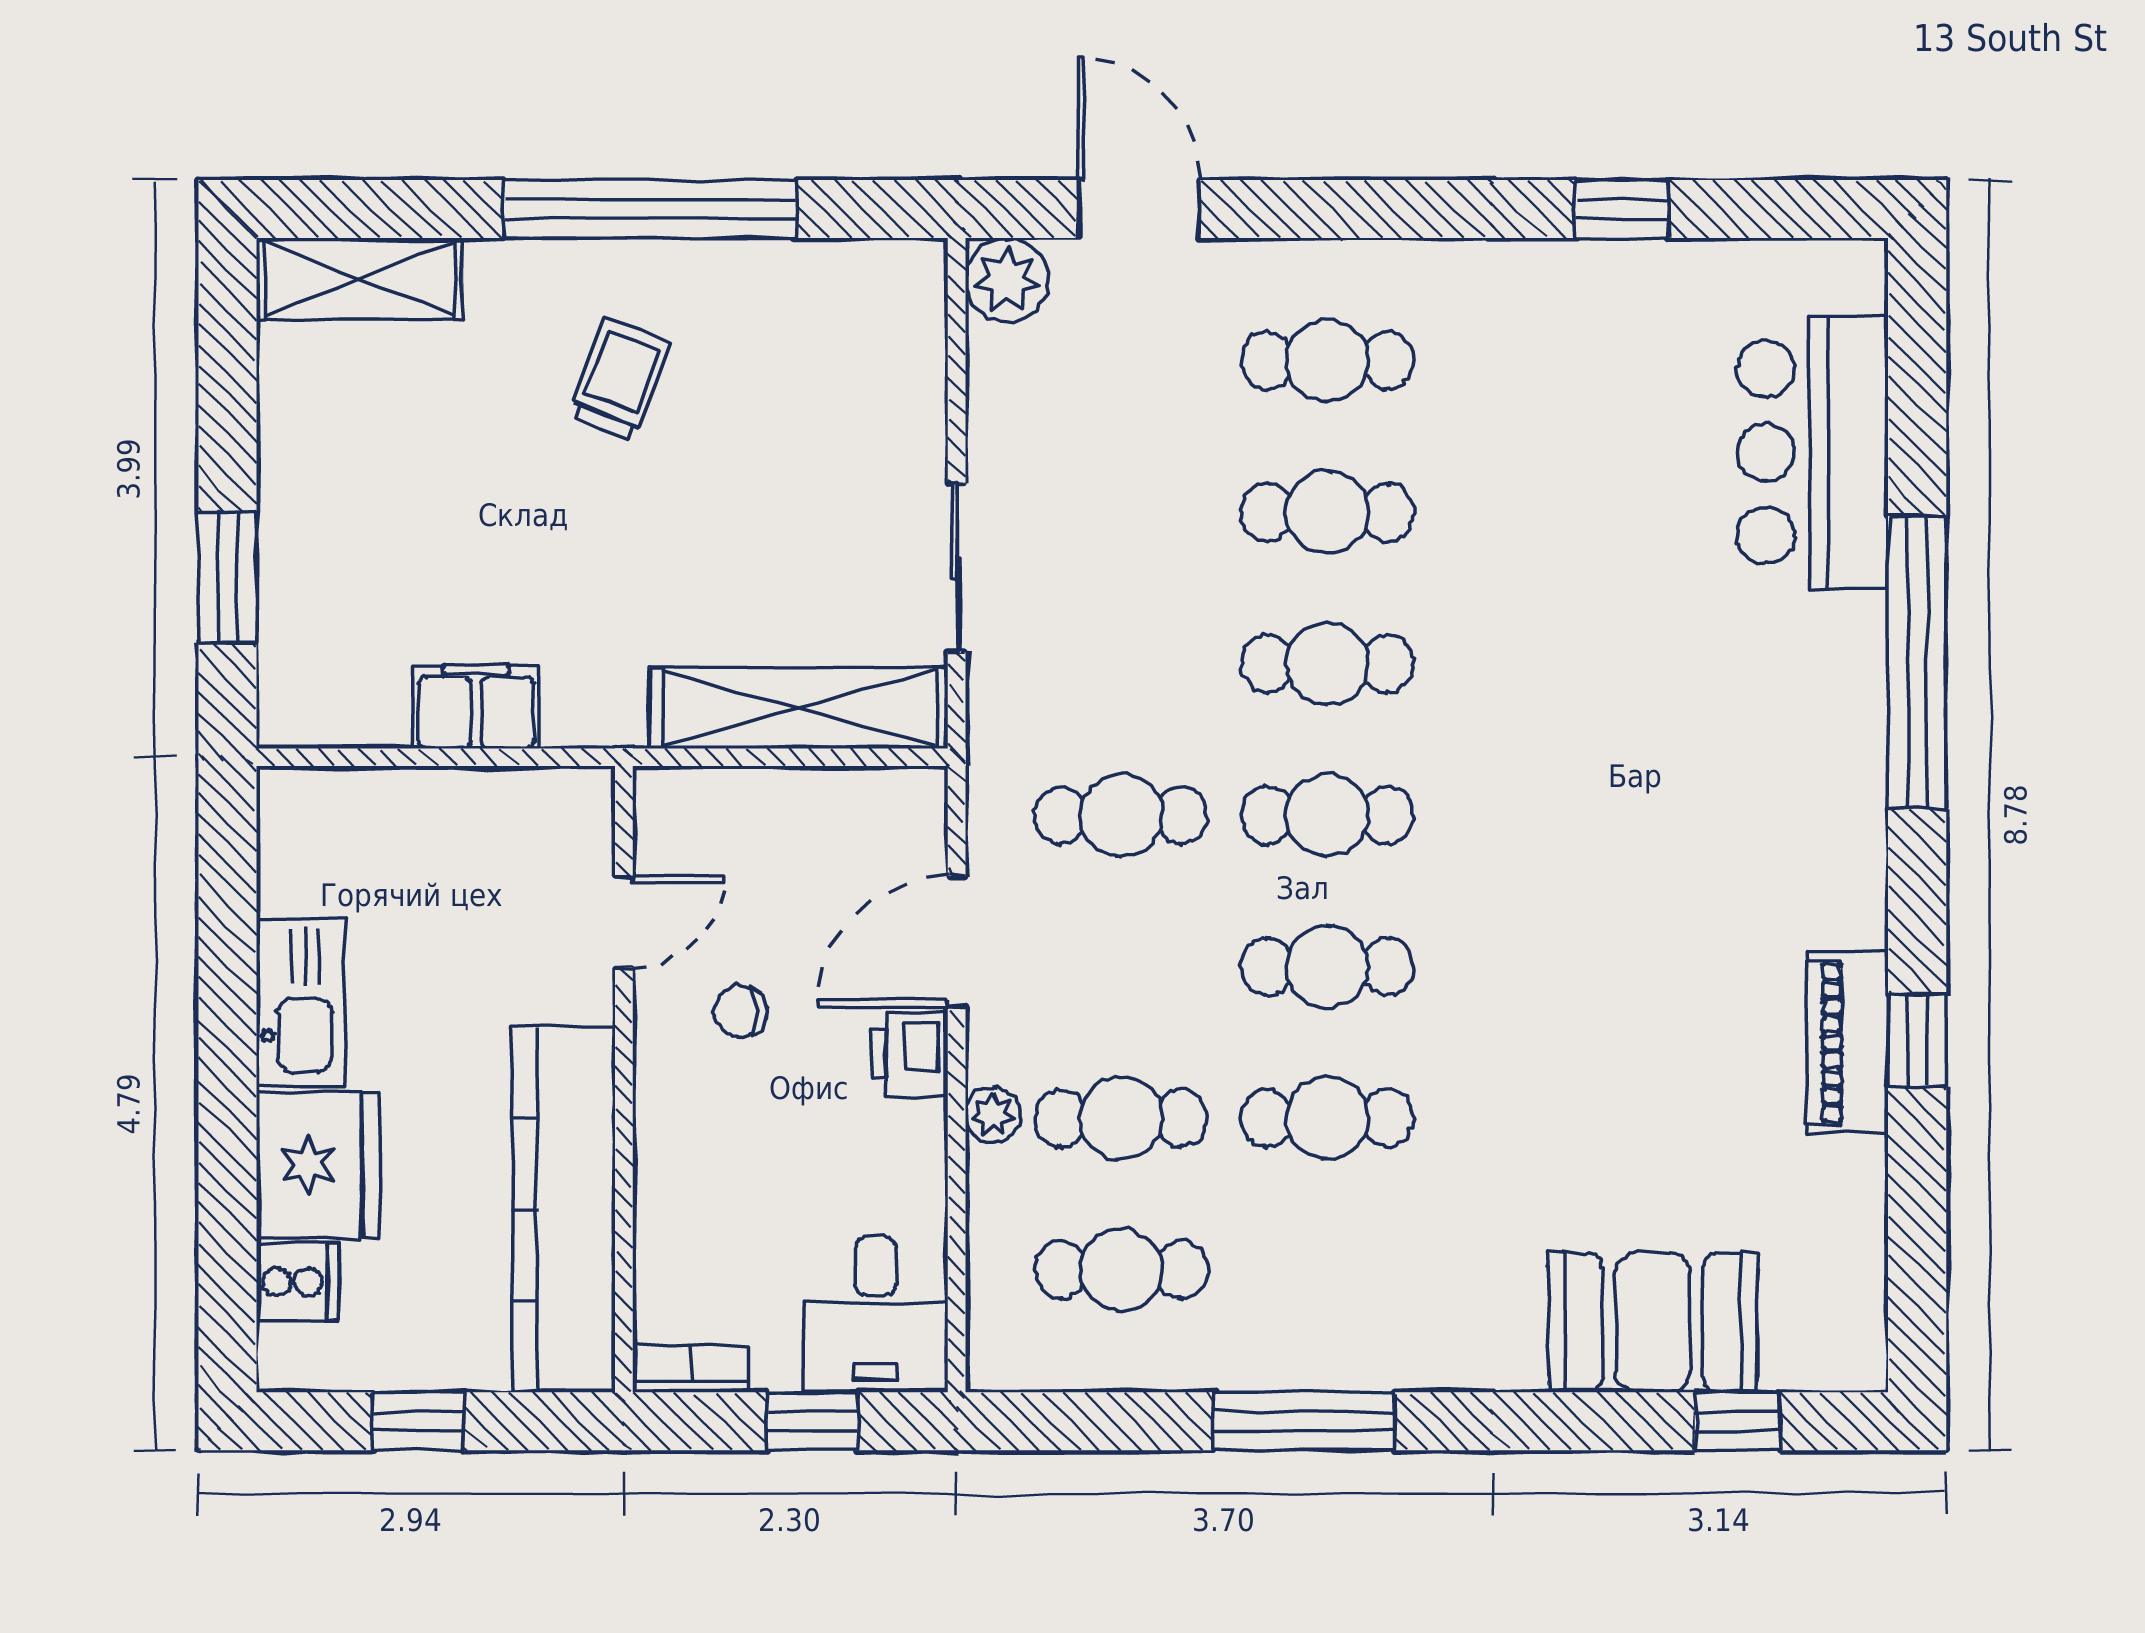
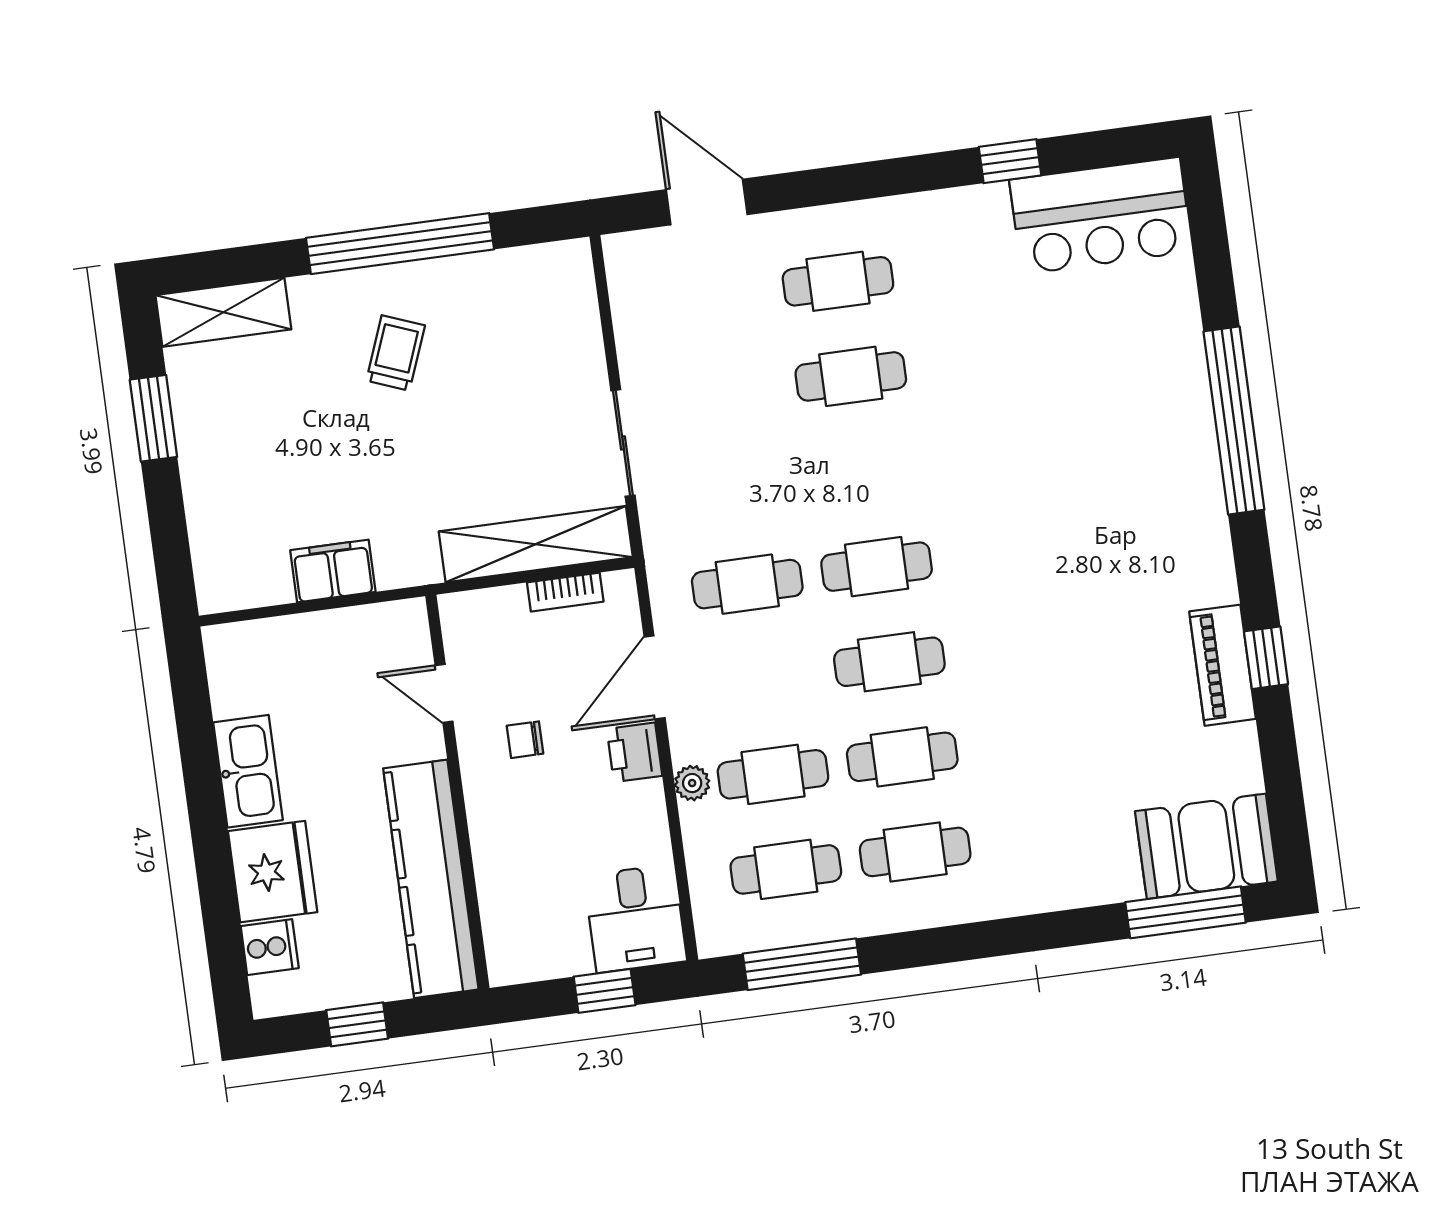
plant: (1007, 280) -> (630, 258), removed
bar counter: (1813, 452) -> (1101, 216), moved, turned -90
window: (227, 577) -> (153, 418), moved
cafe table: (1327, 664) -> (915, 852), moved
door: (624, 922) -> (444, 693), swing flipped
booth: (1653, 1322) -> (1206, 846), moved
bookcase: (690, 1369) -> (565, 592), moved, turned 180
window: (1304, 1421) -> (802, 964), moved
window: (1737, 1421) -> (1186, 912), width x2.17

